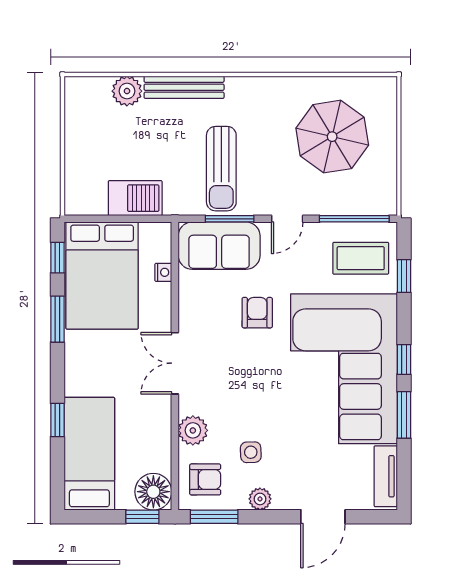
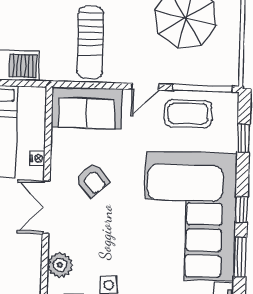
window: (230, 219) -> (96, 85), removed
coffee table: (361, 258) -> (188, 114), moved
nightstand: (163, 272) -> (38, 159), moved
armchair: (257, 313) -> (92, 180), moved, turned 139

